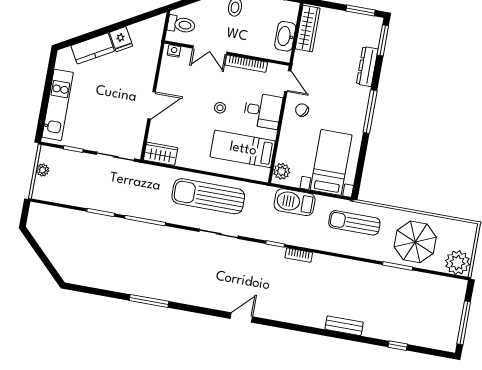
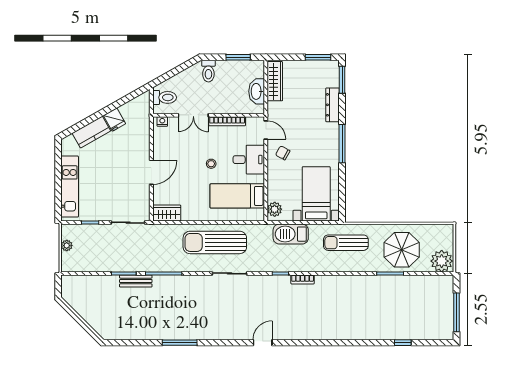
bench: (344, 326) -> (136, 281), moved

